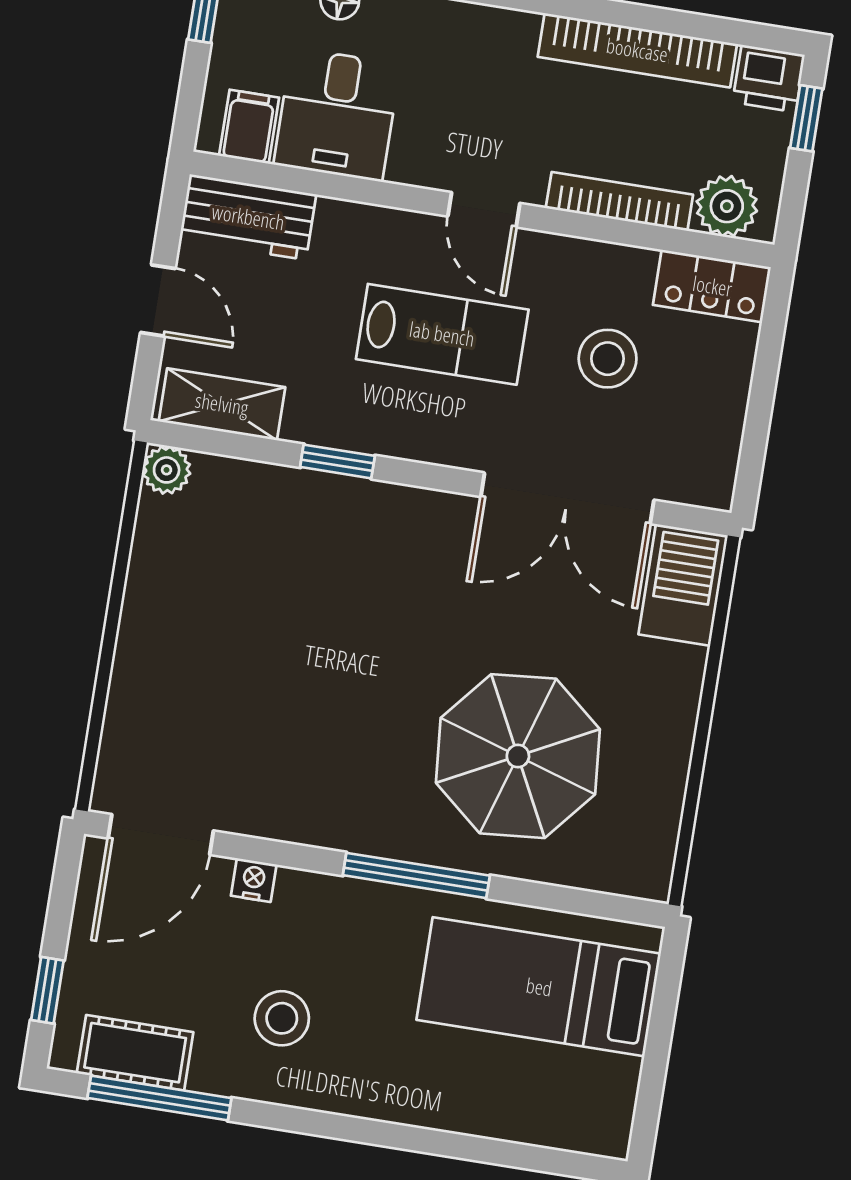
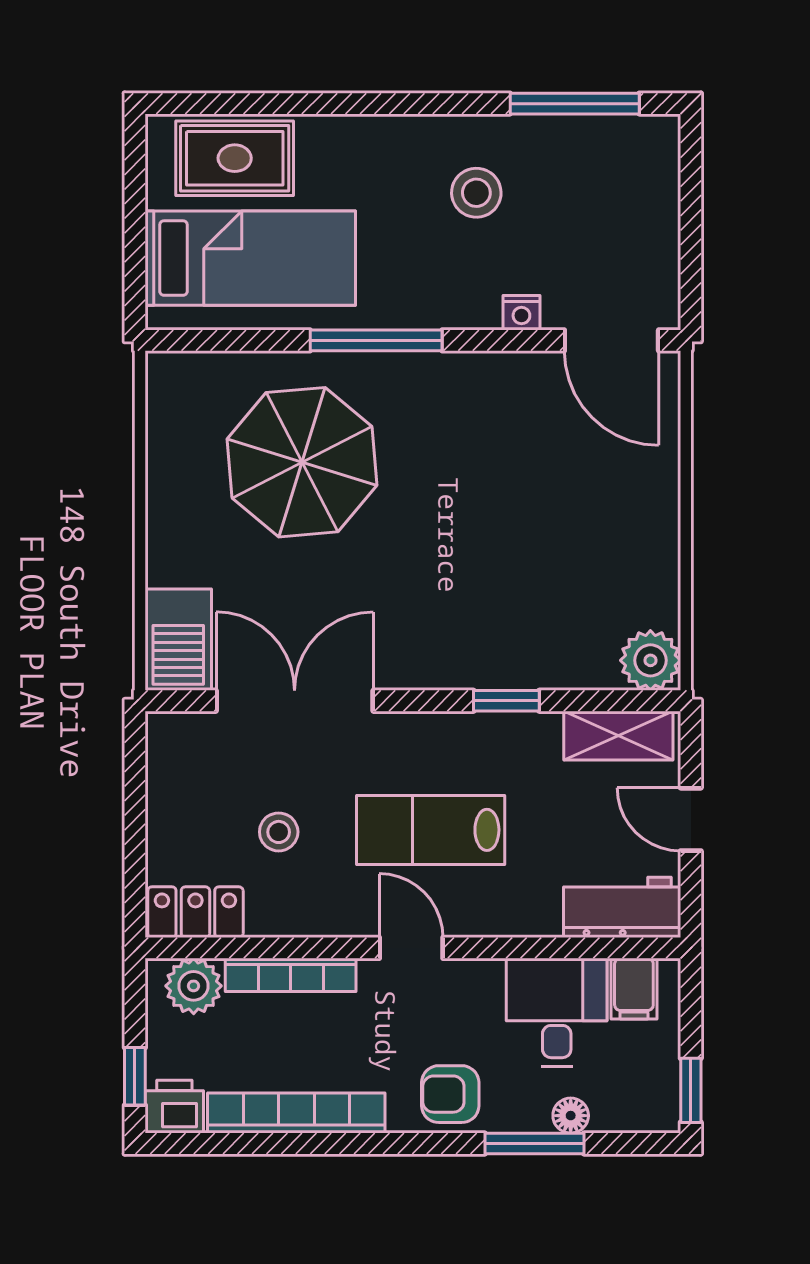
armchair: (467, 44) -> (450, 1094), added
stool: (608, 359) -> (279, 832), width x0.73, depth x0.73
plant: (167, 470) -> (650, 660), width x1.38, depth x1.38
door: (161, 835) -> (611, 340), swing flipped
window: (47, 990) -> (691, 184), removed
cot: (135, 1053) -> (603, 141), removed
rug: (538, 1098) -> (235, 158), added

